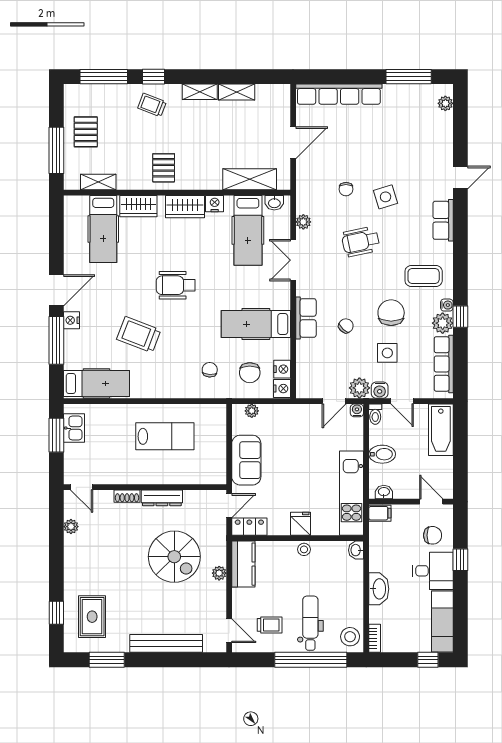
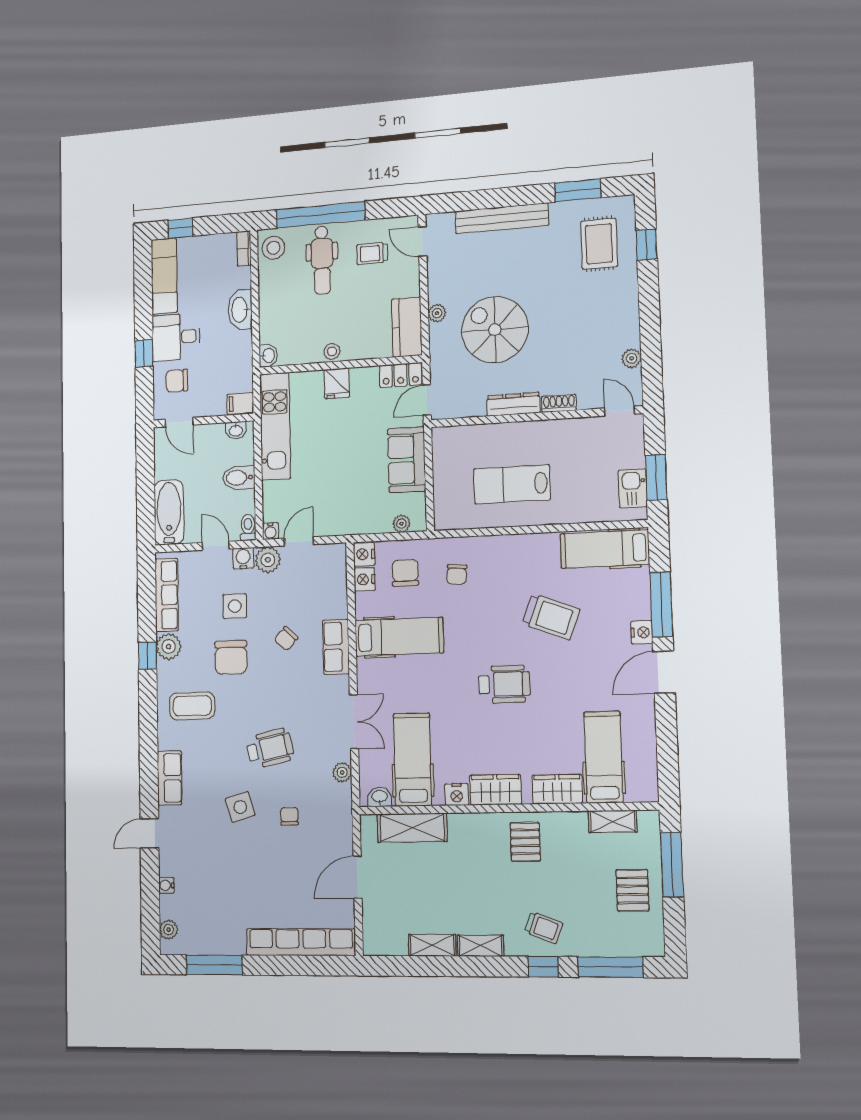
water cooler: (447, 305) -> (166, 885), moved

